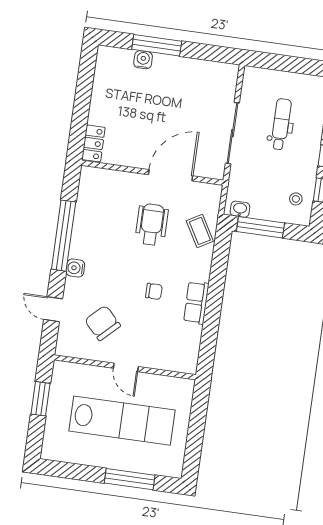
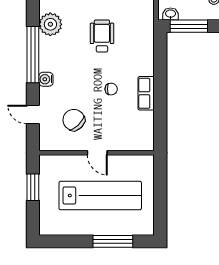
plant: (90, 201) -> (50, 24), added
coffee table: (200, 231) -> (141, 36), removed

